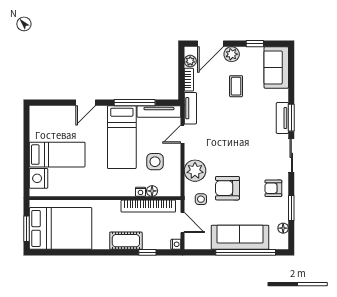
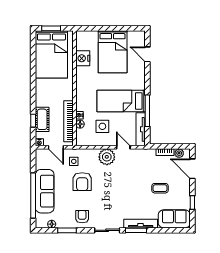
plant: (232, 54) -> (184, 185), removed
door: (86, 103) -> (147, 54), moved
tv unit: (190, 108) -> (143, 153), removed
tv unit: (282, 118) -> (141, 224), width x1.41
bed: (57, 155) -> (113, 52), width x1.50
plant: (195, 171) -> (107, 157), moved
nightstand: (39, 178) -> (83, 58), moved, turned -90
armchair: (227, 188) -> (82, 182), turned 180
door: (182, 223) -> (56, 147), hinge flipped
cot: (126, 241) -> (42, 119), moved

